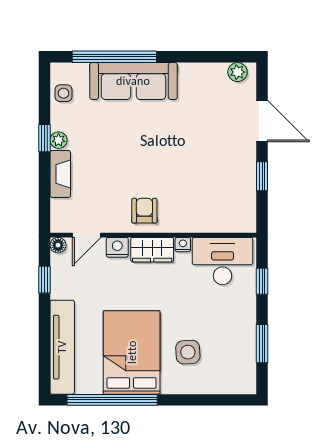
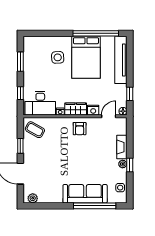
coffee table: (233, 208) -> (35, 130), added

